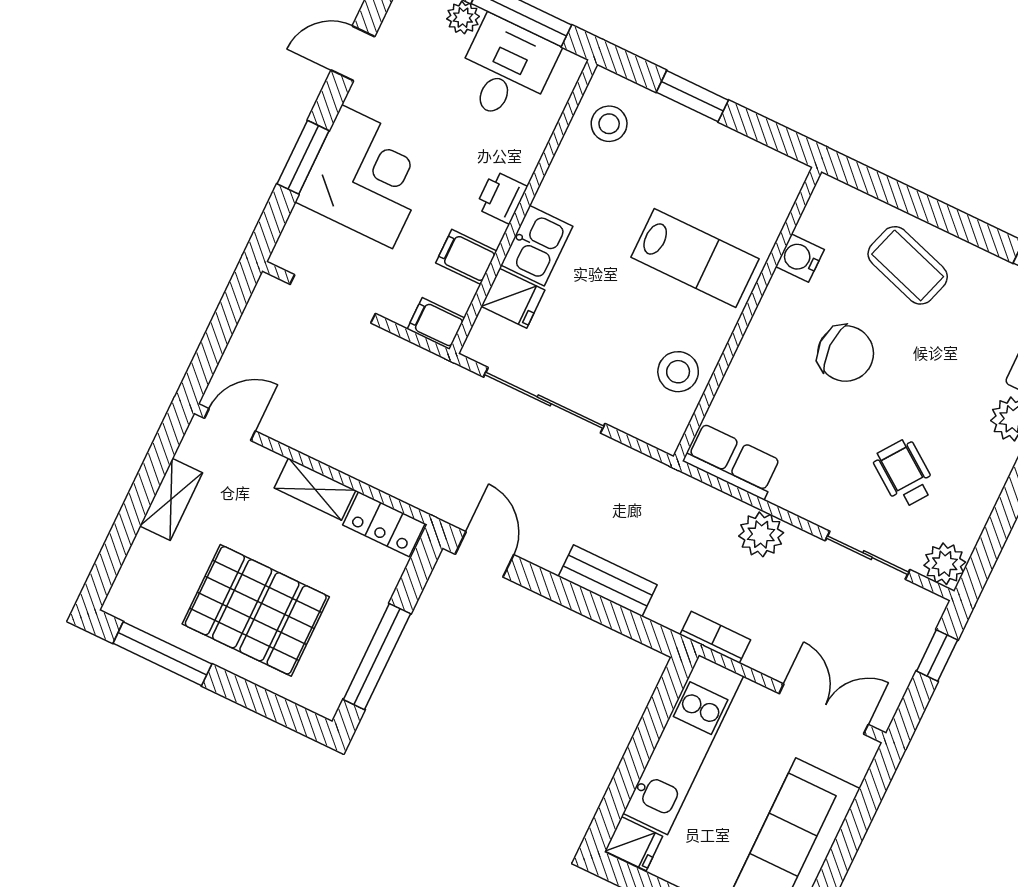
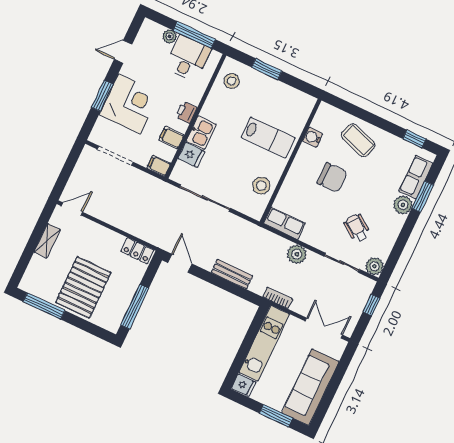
shelving: (315, 489) -> (108, 236), removed
pallet: (256, 610) -> (83, 287), turned 90

